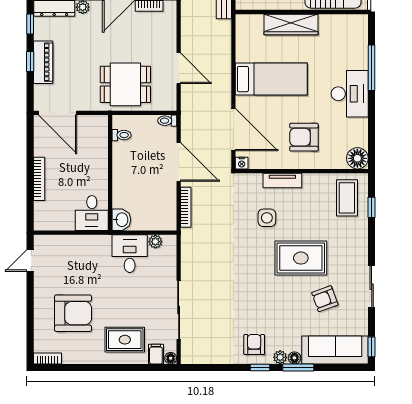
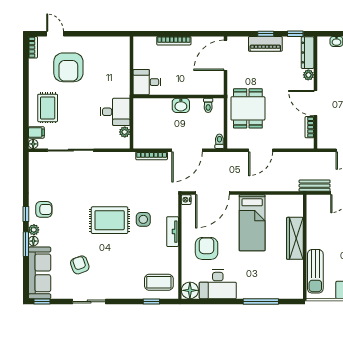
desk: (350, 94) -> (218, 284), moved
washbasin: (121, 220) -> (181, 105), moved
rug: (301, 258) -> (110, 220), moved, turned 90
door: (30, 261) -> (55, 34), moved

